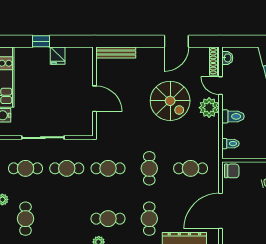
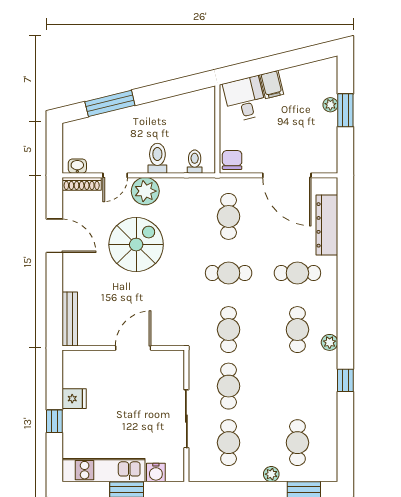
cafe table: (25, 219) -> (297, 443), turned 90

